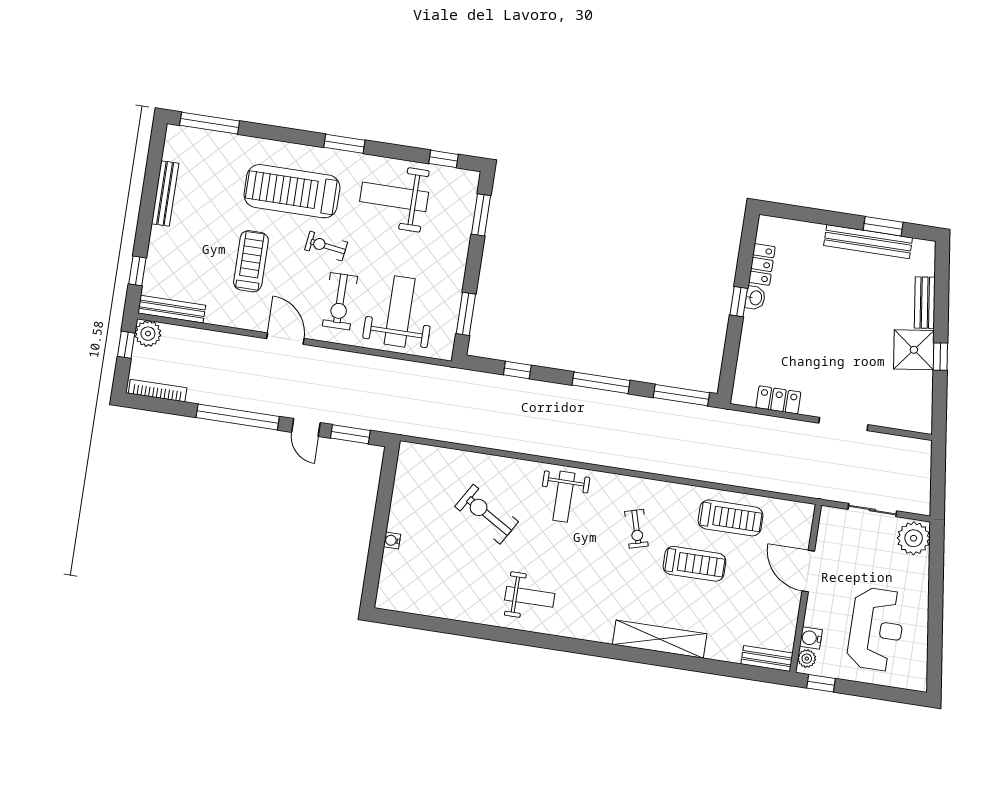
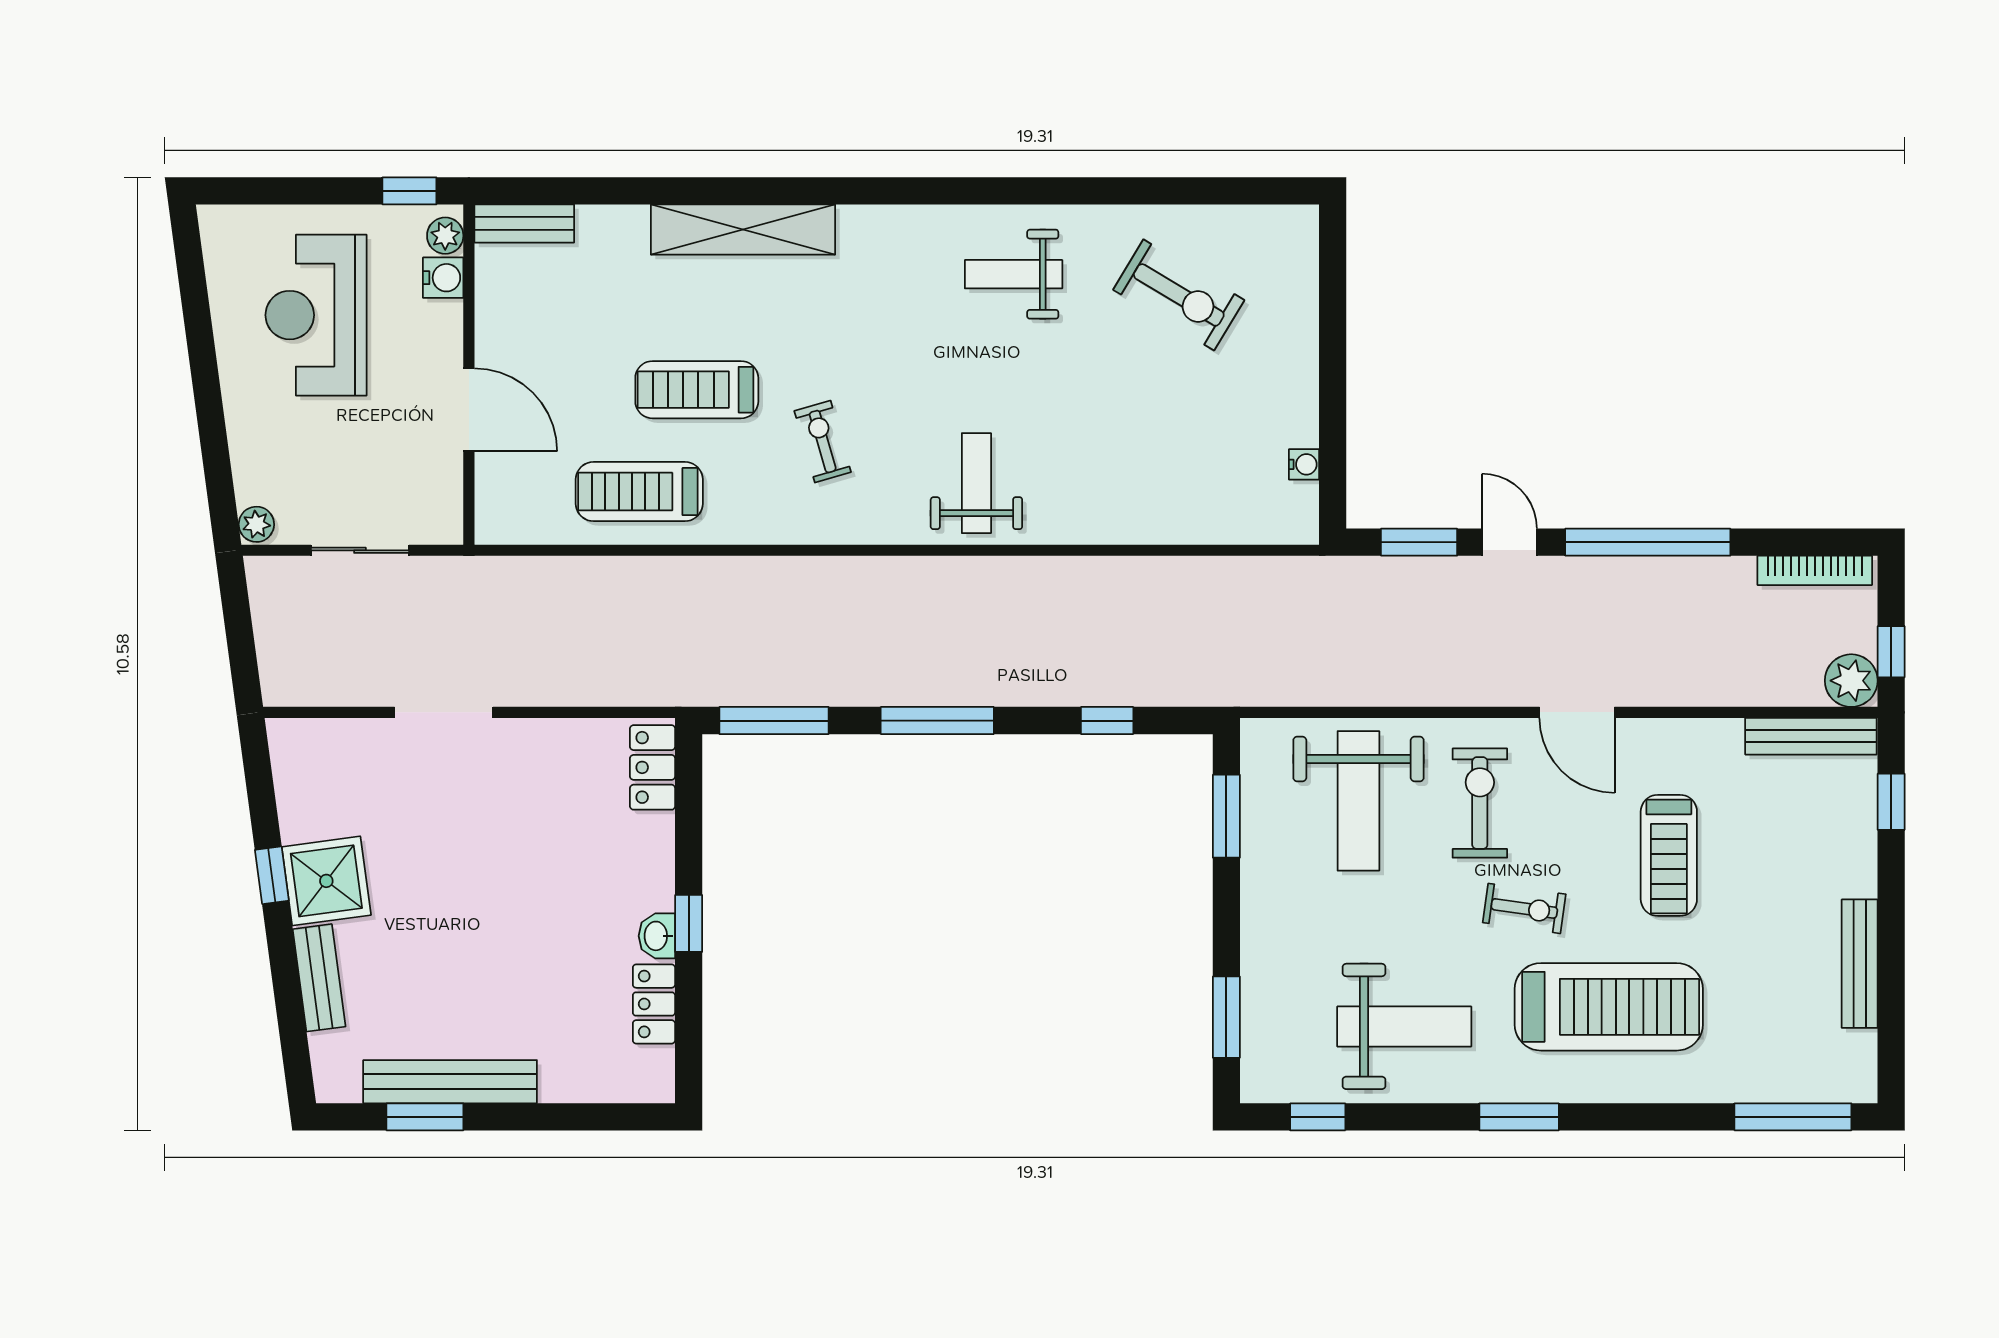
locker: (778, 400) -> (653, 767), moved, turned 90
exercise bike: (487, 514) -> (1179, 295), moved
plant: (914, 538) -> (256, 524), width x0.53, depth x0.53
water cooler: (392, 540) -> (1304, 464), moved

